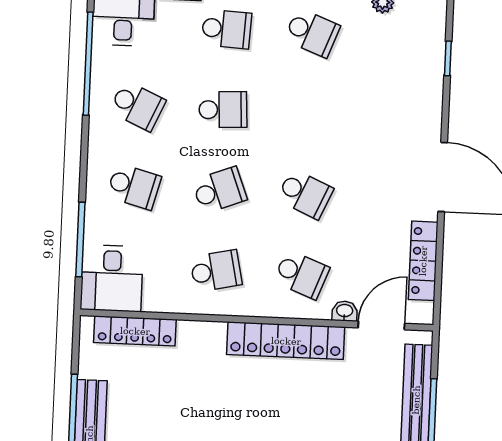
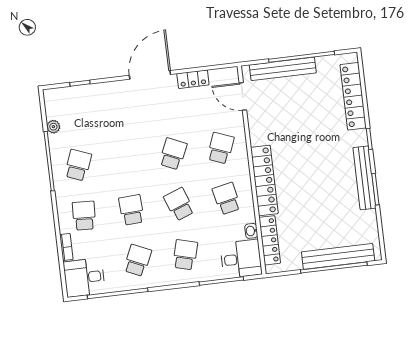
locker: (423, 261) -> (193, 79), width x0.66
washbasin: (345, 311) -> (251, 231), moved
locker: (286, 341) -> (264, 180), moved

